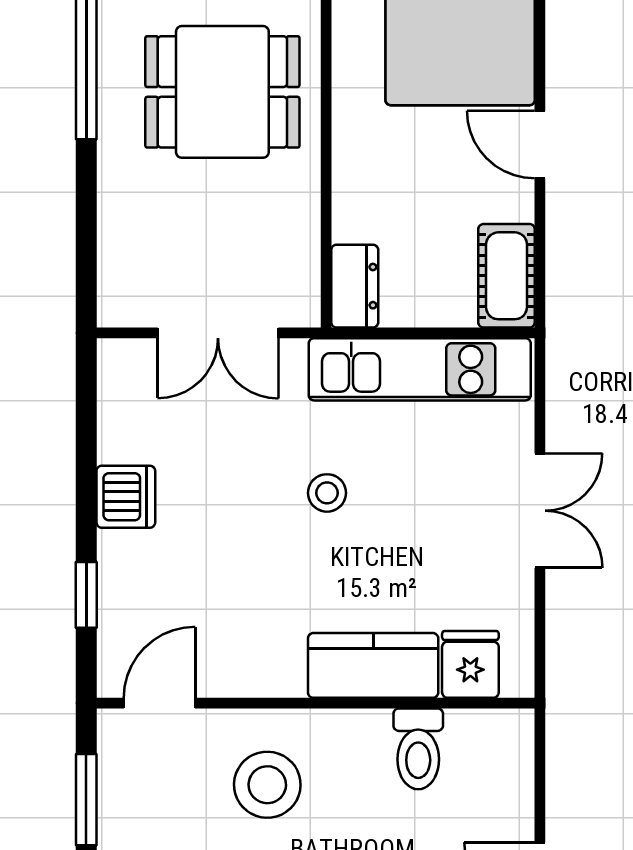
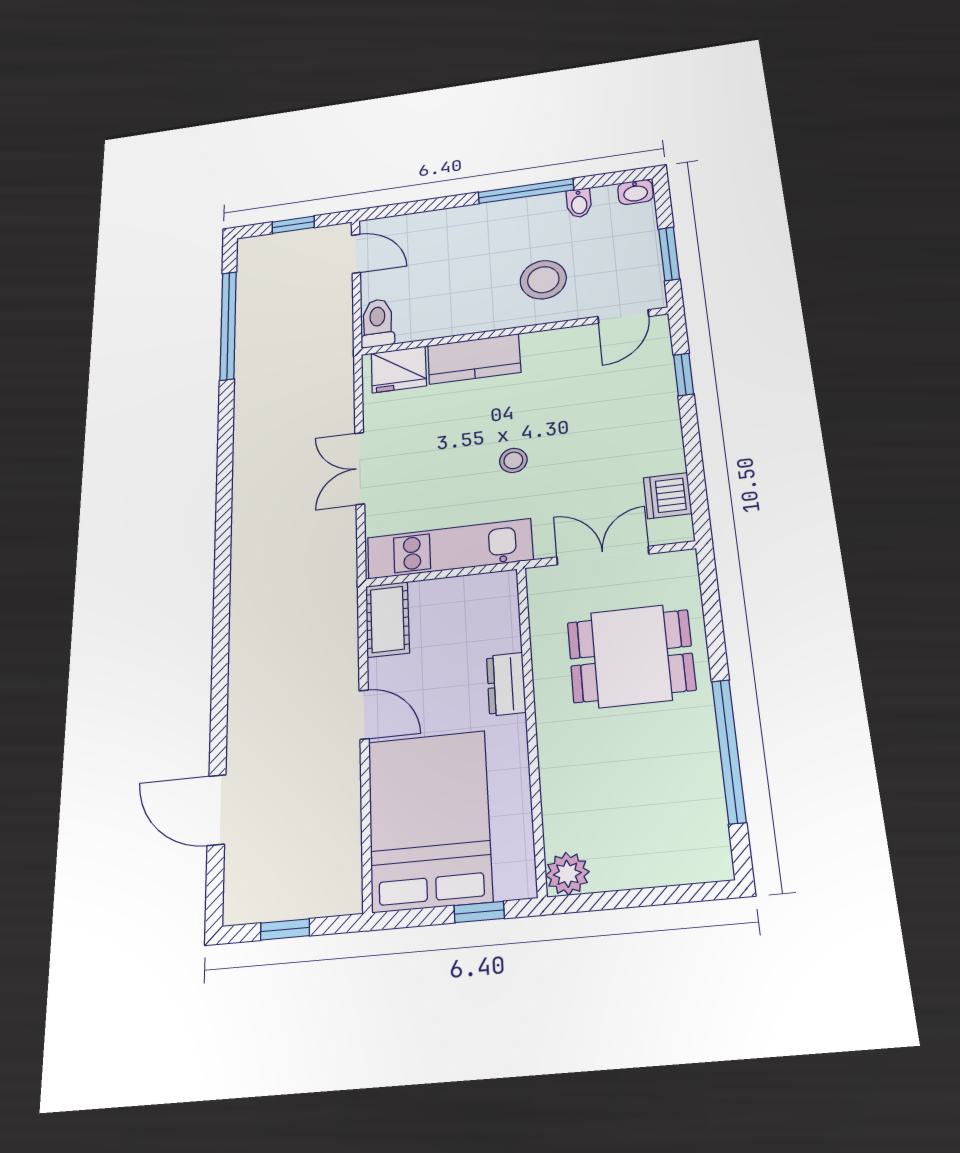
dining table: (222, 92) -> (631, 656), moved
dresser: (355, 286) -> (506, 684), moved
dishwasher: (126, 497) -> (668, 496), moved
fridge: (470, 664) -> (399, 370), width x1.38
toilet: (418, 749) -> (378, 323), moved

